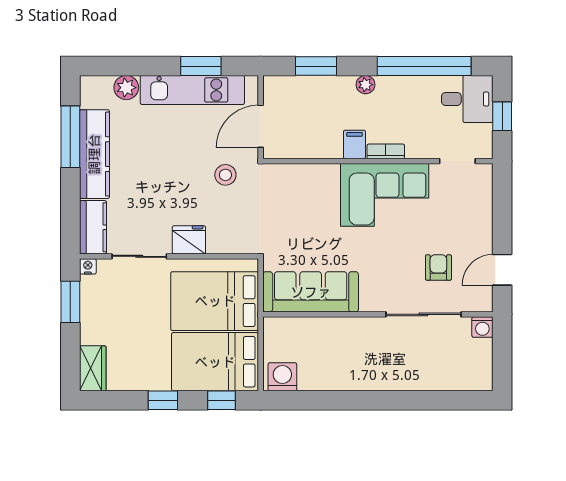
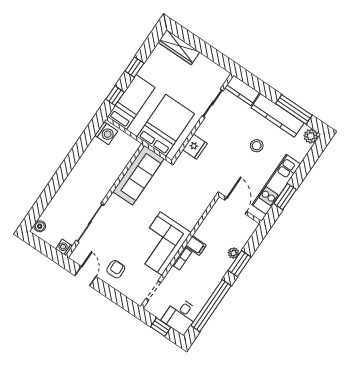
window: (316, 66) -> (240, 264), moved
plant: (366, 85) -> (233, 253), moved
plant: (126, 88) -> (311, 136), moved
stool: (225, 175) -> (257, 146), moved
fridge: (189, 240) -> (195, 147), moved
nightstand: (88, 266) -> (225, 75), removed
armchair: (438, 267) -> (116, 269), moved, turned -90
window: (70, 302) -> (213, 54), removed
bed: (215, 362) -> (131, 102), width x0.67
wardrobe: (93, 368) -> (179, 47), width x1.50
boiler: (476, 381) -> (40, 226), added

